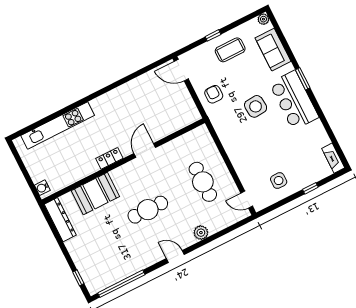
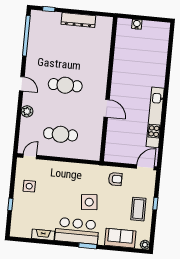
kitchen unit: (58, 125) -> (155, 117), moved
locker: (109, 158) -> (116, 81), removed
fireplace: (333, 158) -> (43, 235), moved
water cooler: (42, 188) -> (137, 24), moved
booth: (95, 194) -> (98, 56), removed
cafe table: (148, 210) -> (65, 85), turned 90
dresser: (60, 220) -> (78, 20), moved
door: (175, 256) -> (22, 84), hinge flipped

